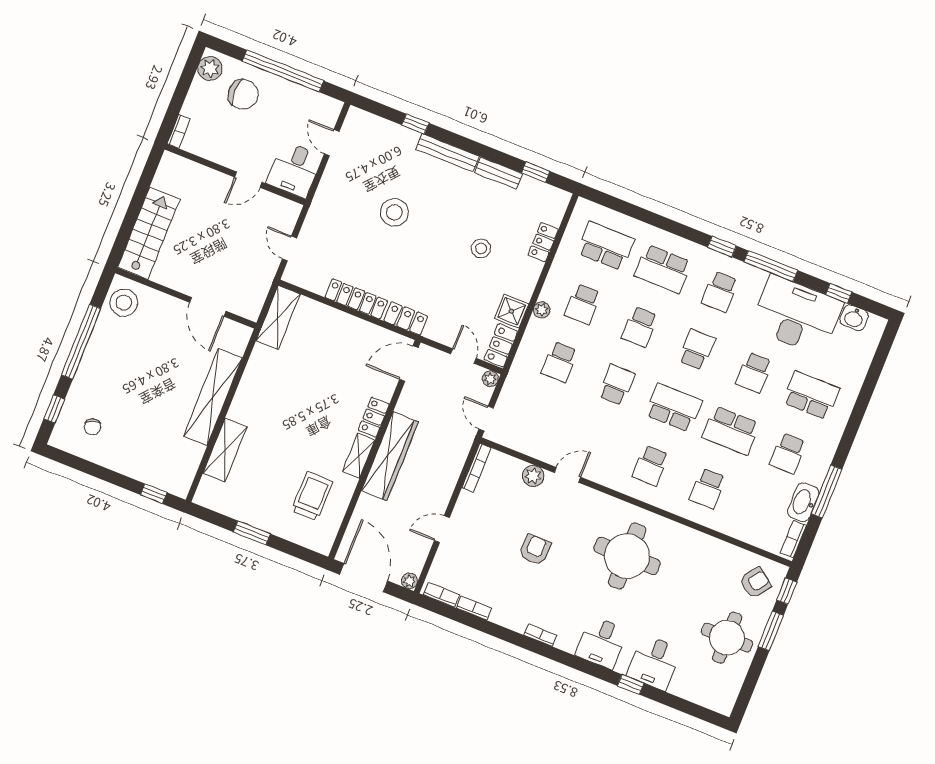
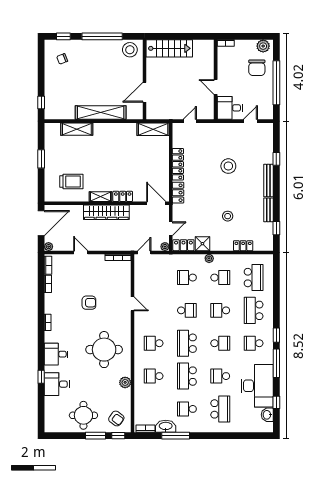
school desk: (583, 304) -> (220, 278), turned 180
school desk: (674, 408) -> (187, 343), turned 180
plant: (533, 476) -> (125, 382), moved

